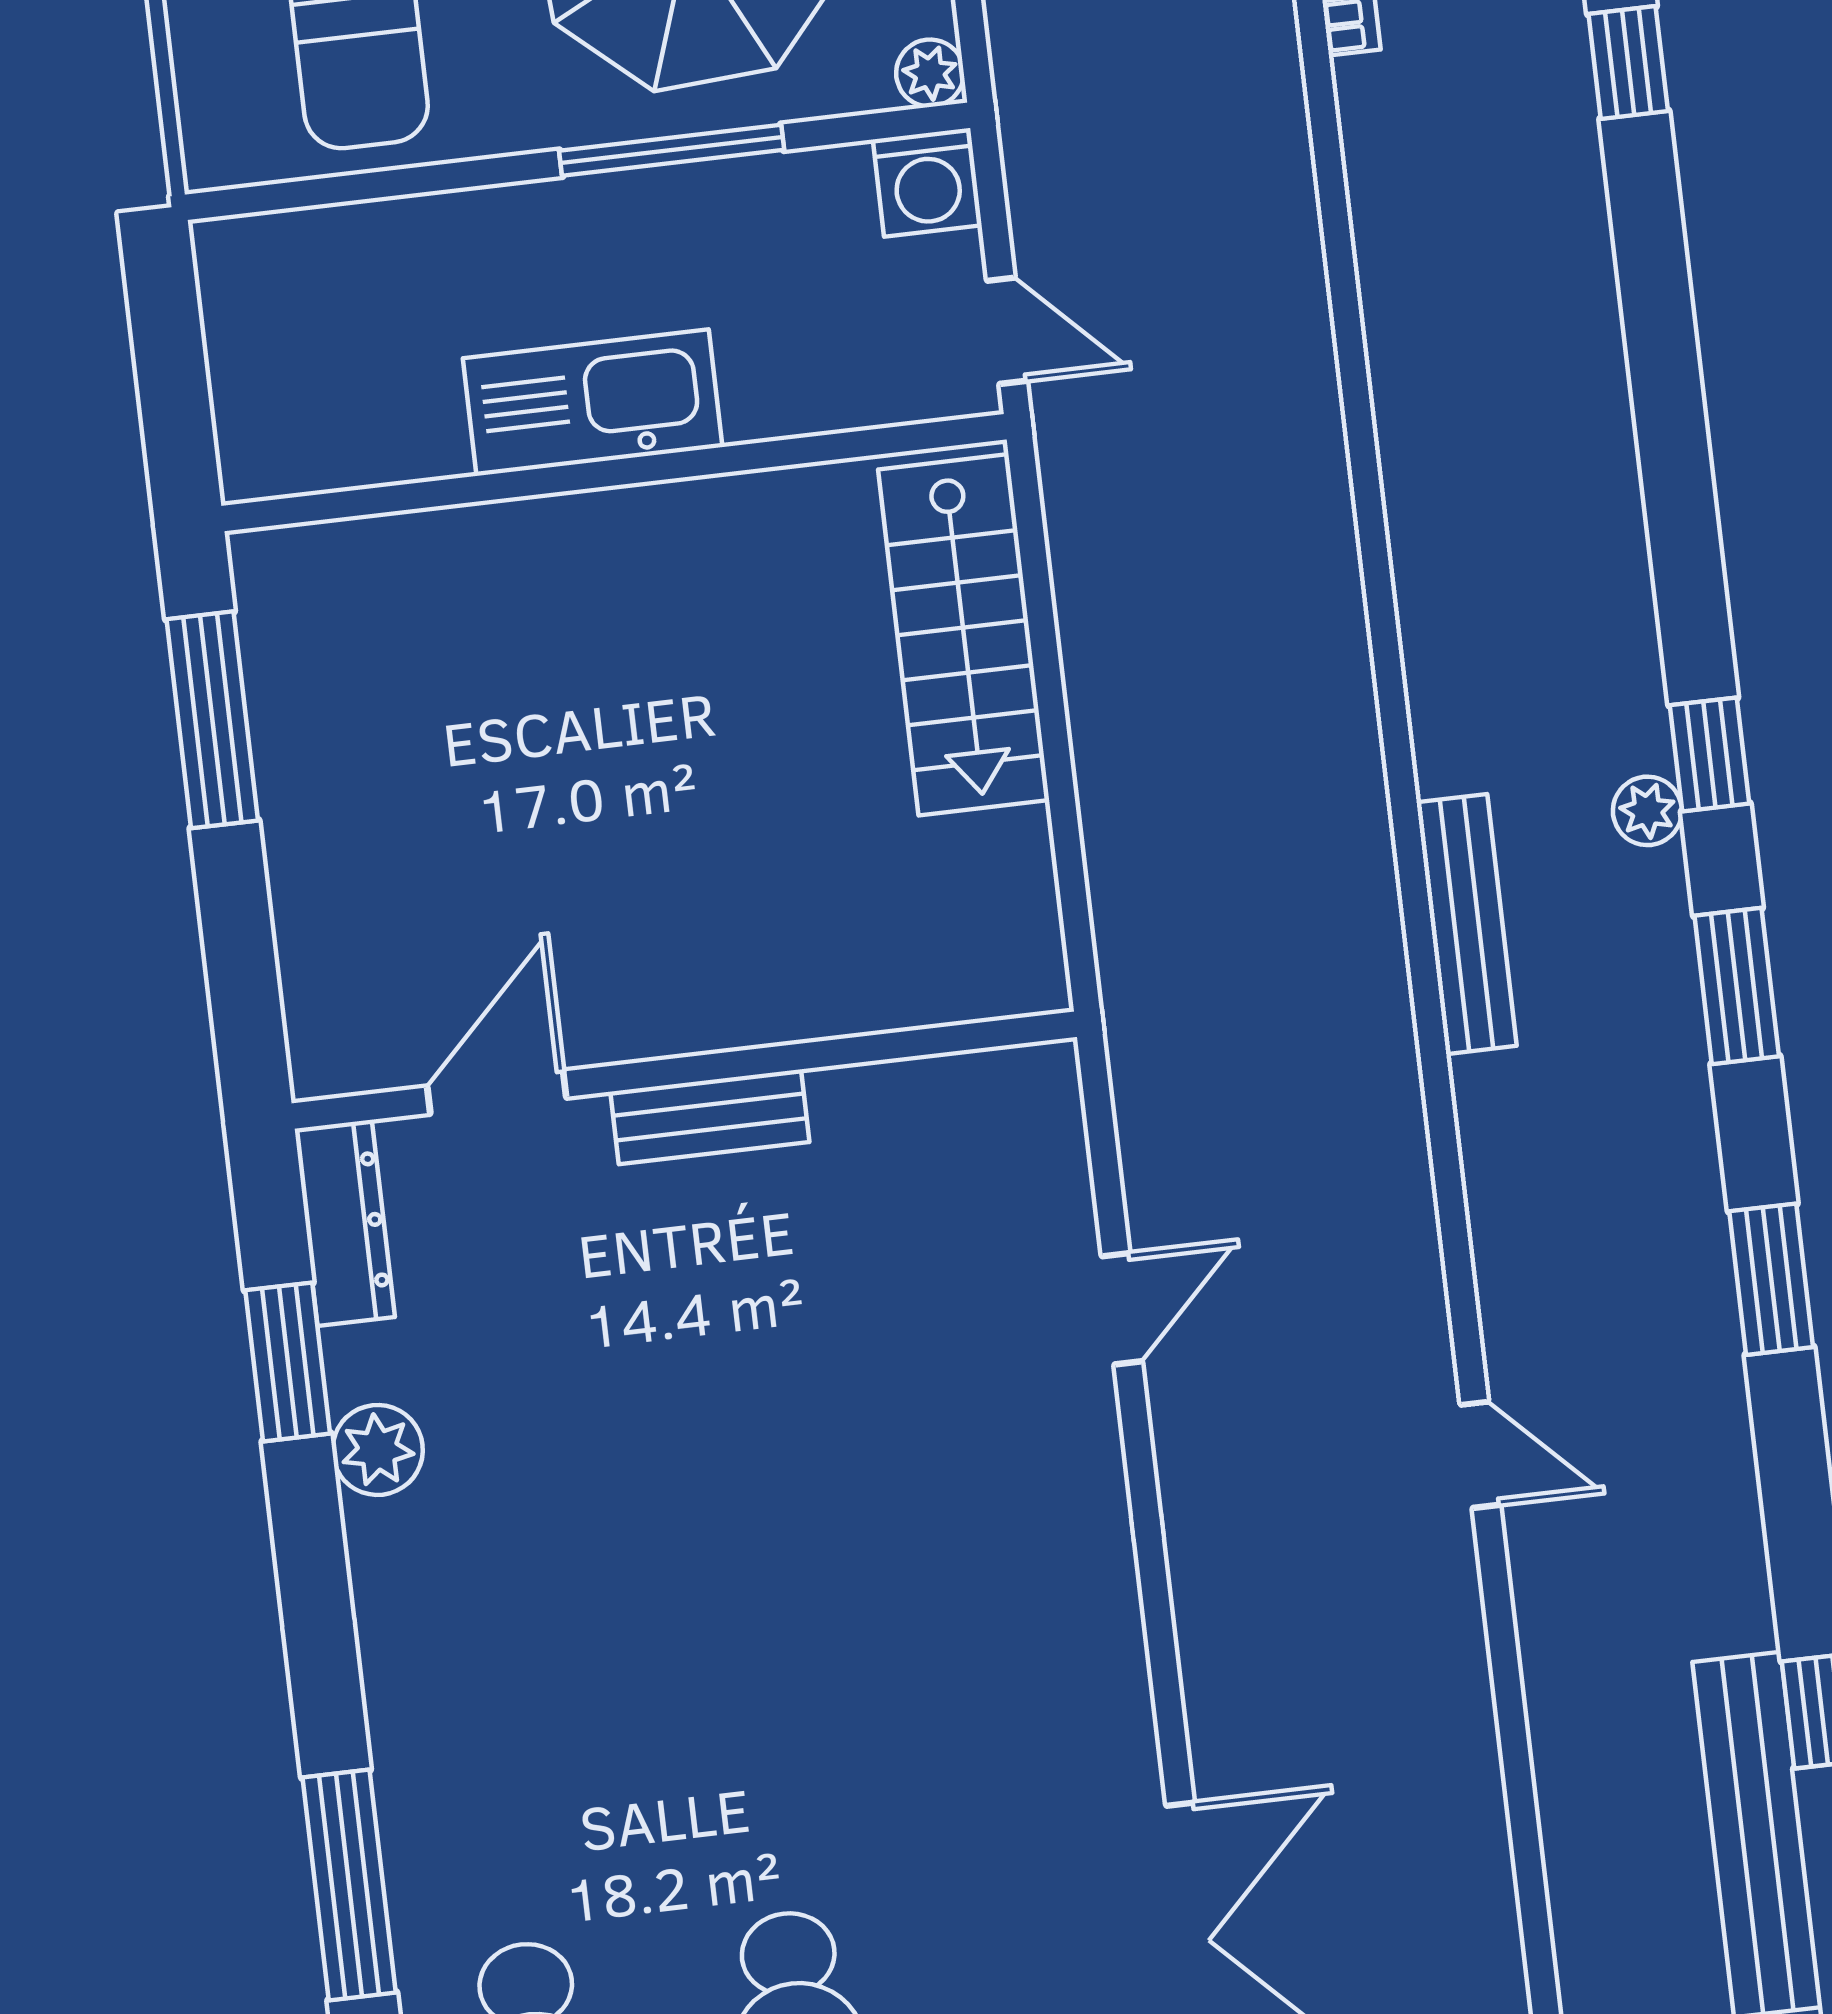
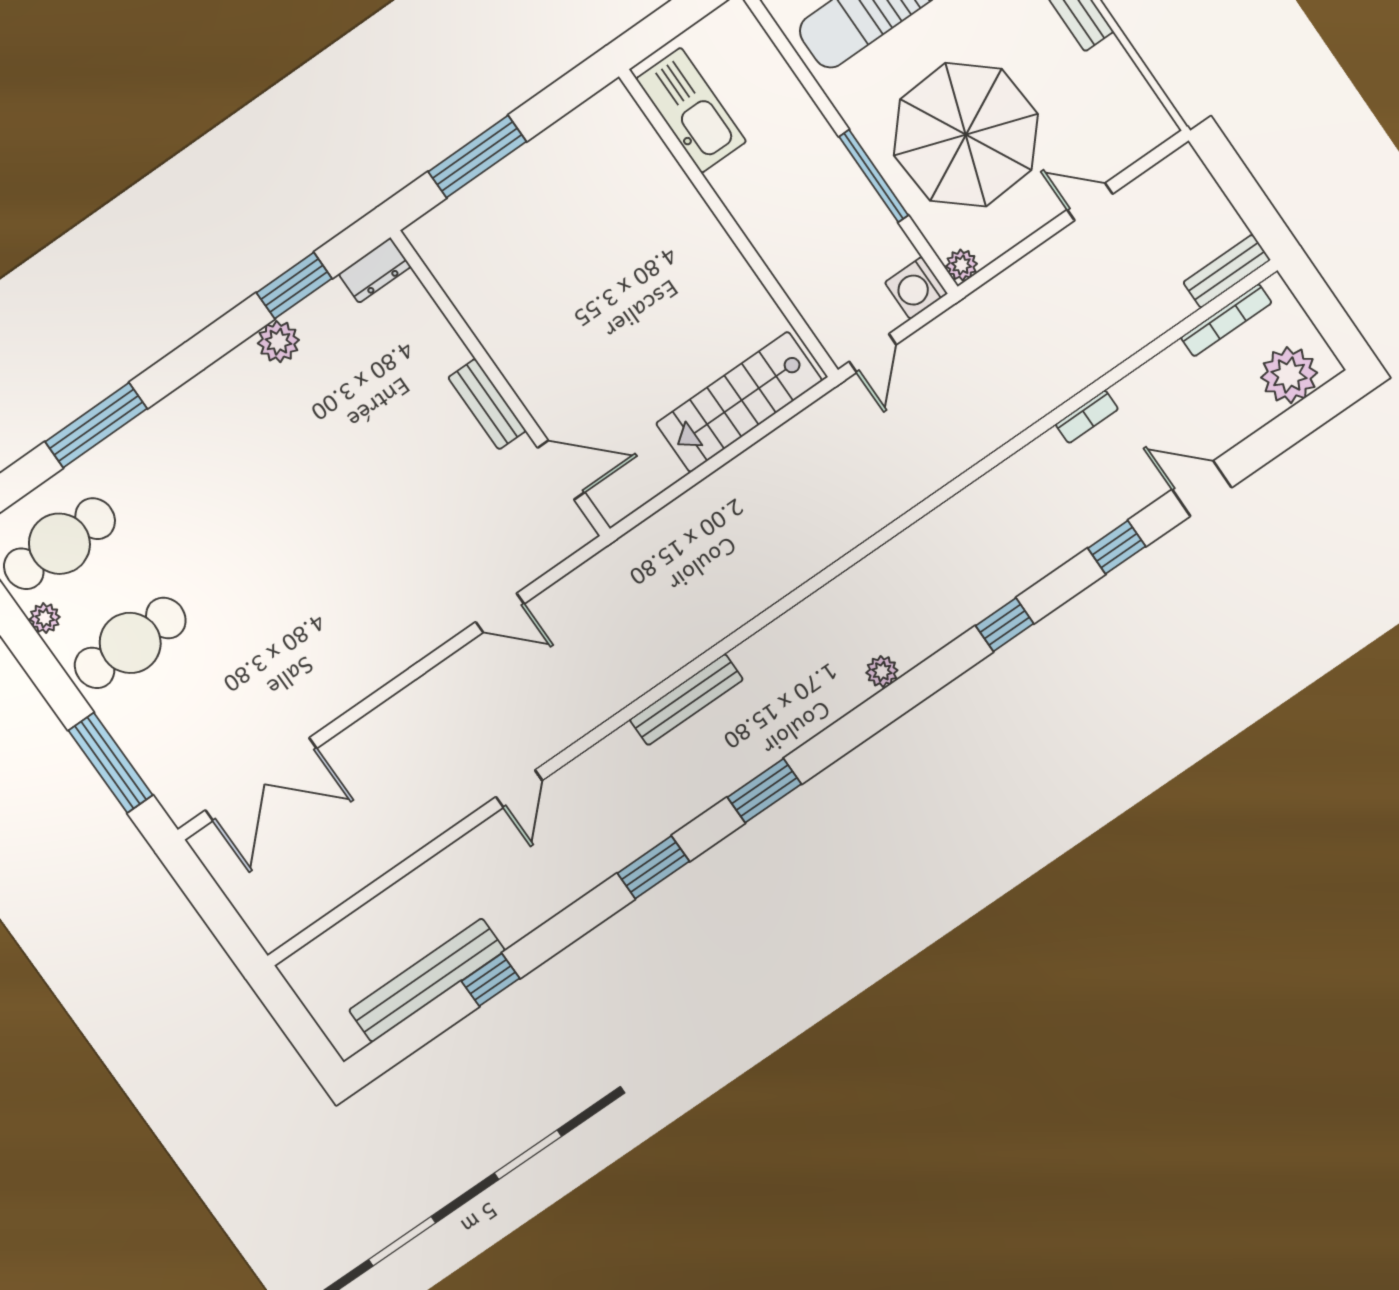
kitchen sink: (593, 403) -> (691, 110), moved
window: (212, 720) -> (477, 157), moved
window: (1709, 754) -> (1005, 625), moved
plant: (1647, 811) -> (882, 671), moved
bench: (1467, 924) -> (686, 700), moved
door: (497, 1092) -> (561, 470), moved
dresser: (345, 1223) -> (375, 270), width x0.70

